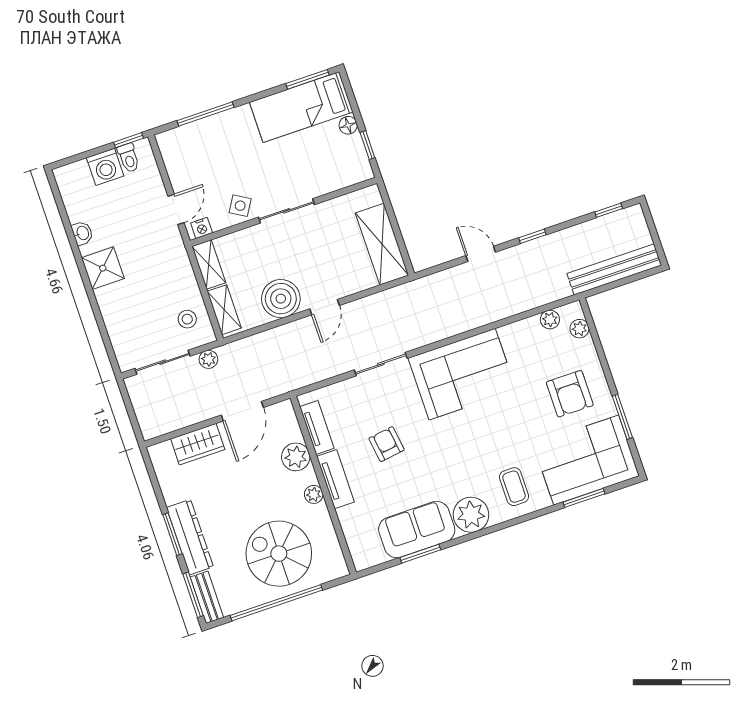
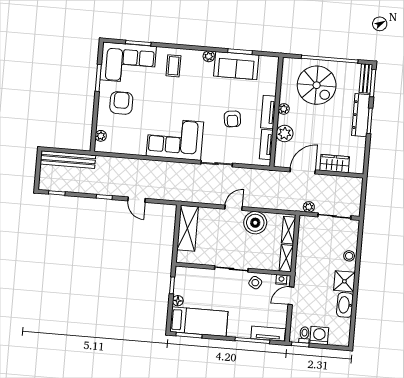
tv unit: (186, 135) -> (268, 334), added
washbasin: (82, 233) -> (345, 305), width x1.91, depth x1.45
stool: (187, 319) -> (349, 256), moved
plant: (550, 320) -> (114, 148), removed
plant: (471, 515) -> (209, 56), width x0.53, depth x0.53

